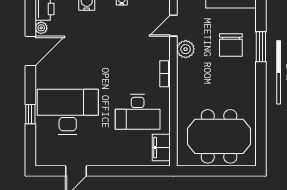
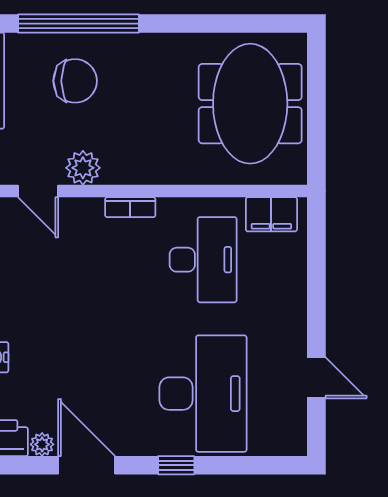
window: (261, 47) -> (78, 24), width x2.11
desk: (68, 112) -> (203, 394), turned 180
window: (30, 114) -> (176, 465), moved

